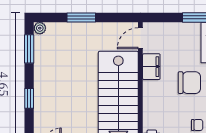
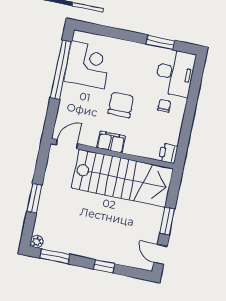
door: (140, 38) -> (67, 144), swing flipped
filing cabinet: (151, 67) -> (111, 142), moved

